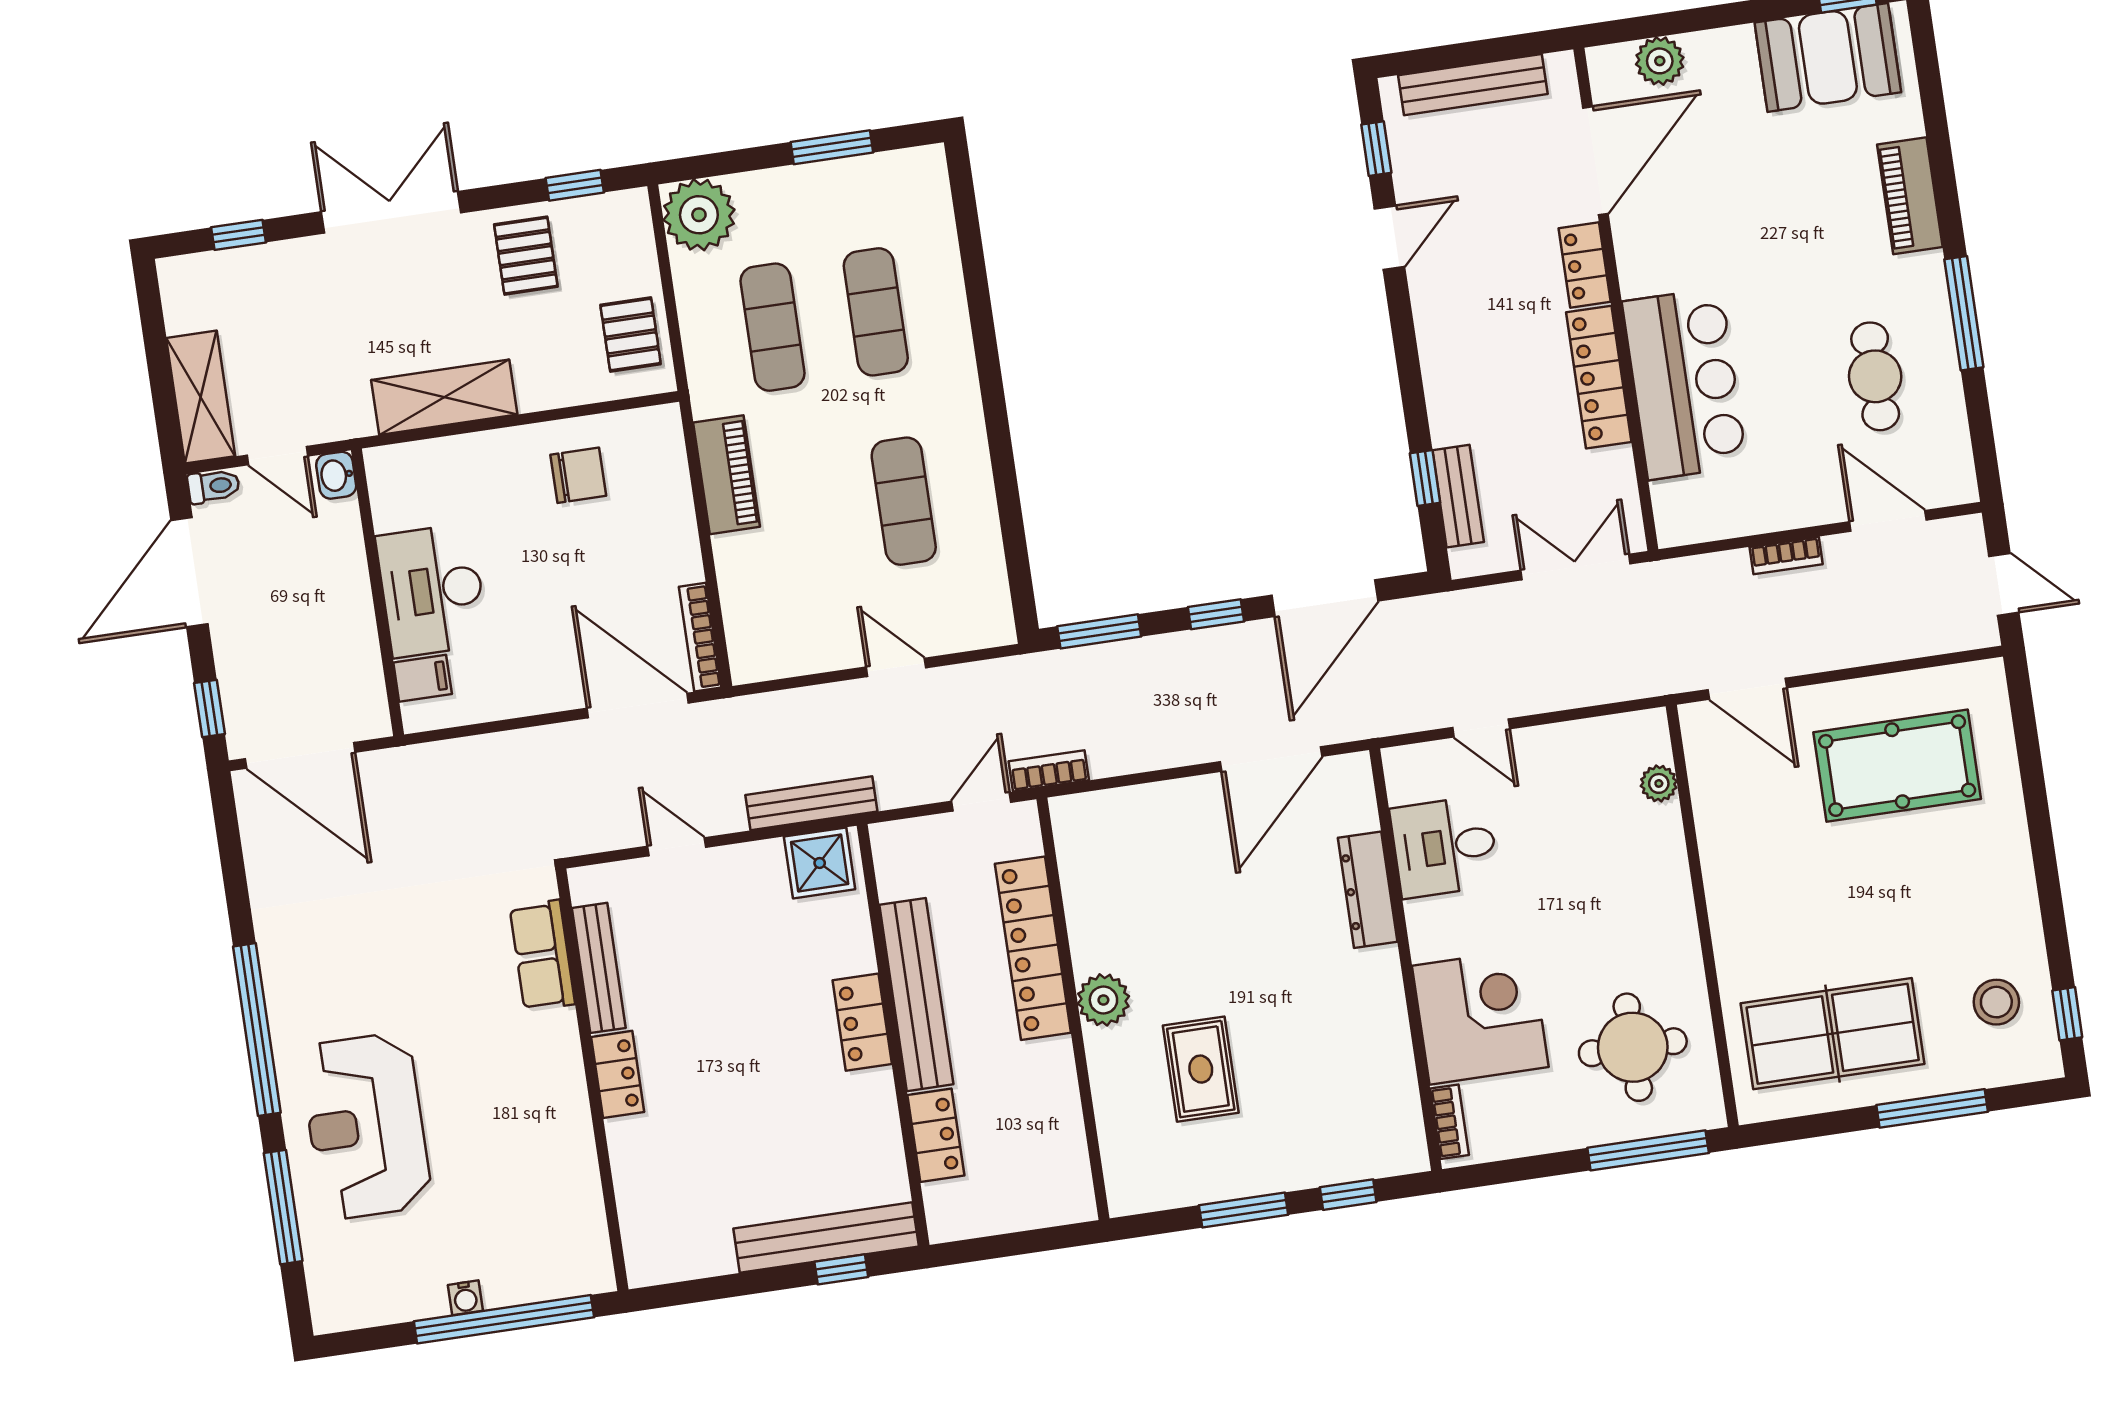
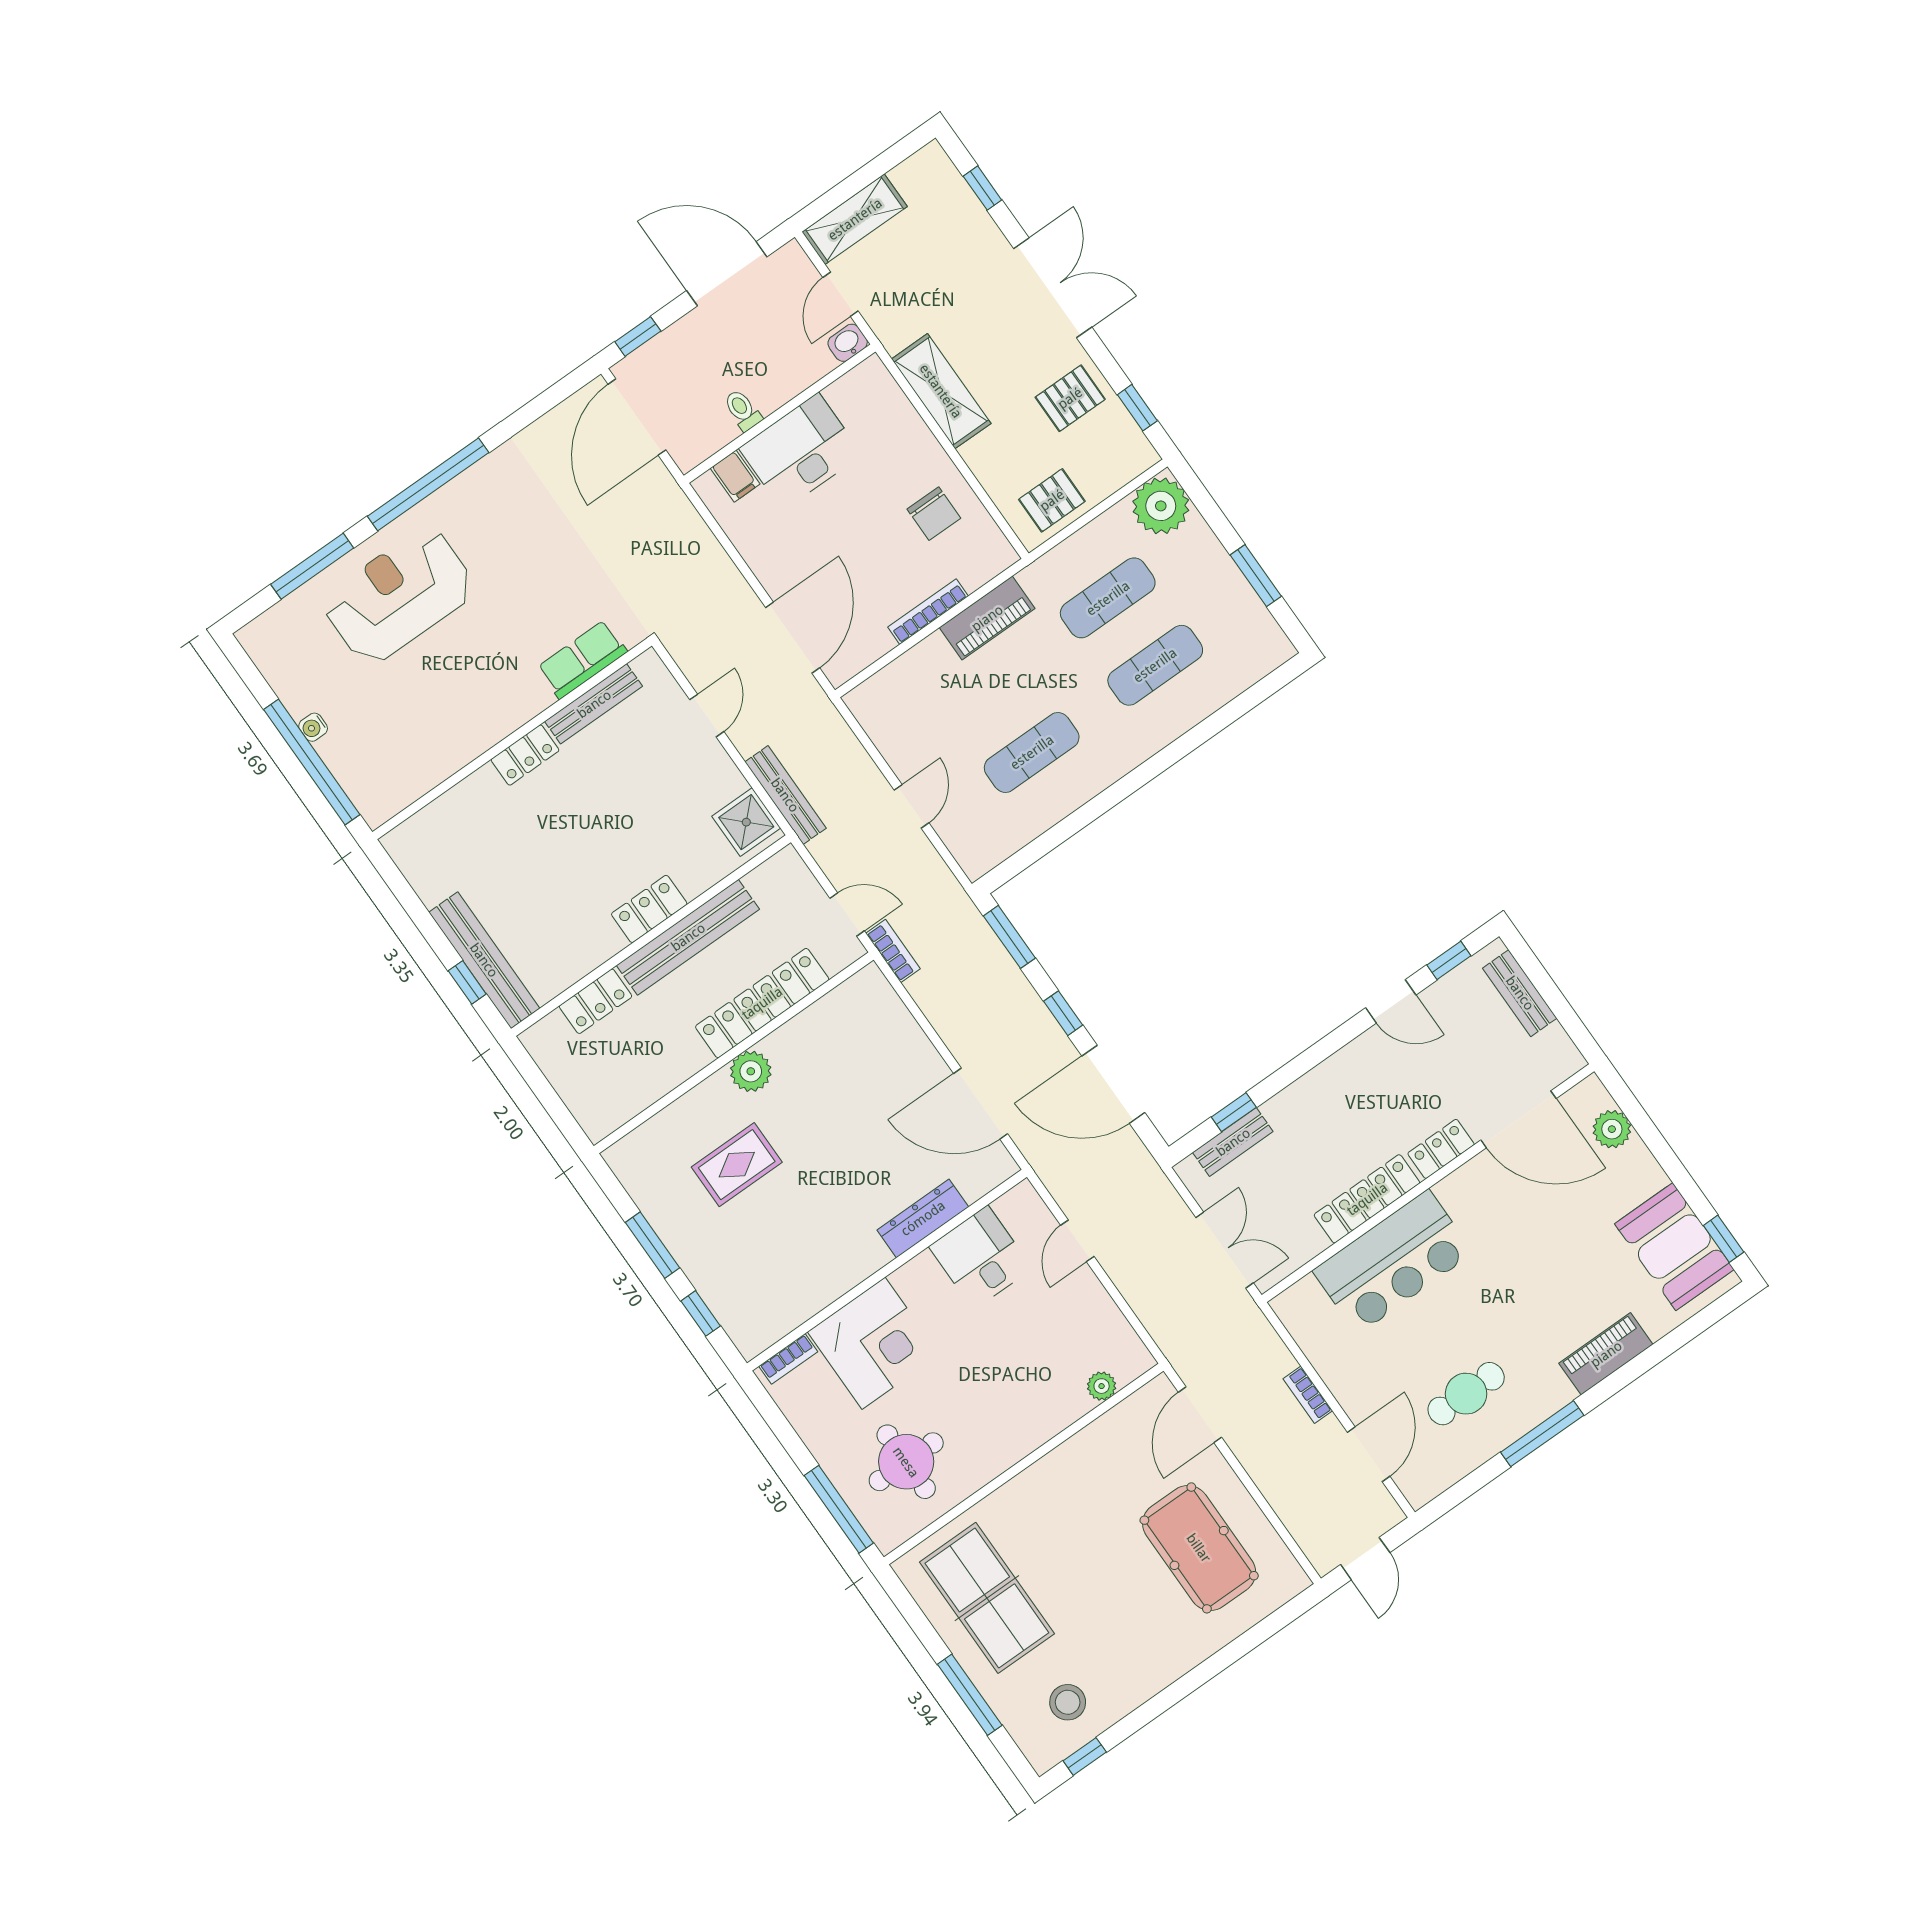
bench: (1473, 85) -> (1520, 993), width x0.73
toilet: (214, 486) -> (743, 410), moved, turned 180
bookcase: (700, 637) -> (928, 612), moved

